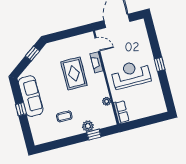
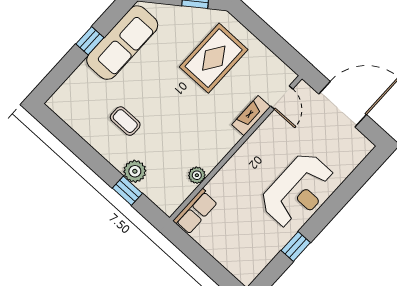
window: (160, 64) -> (296, 247), moved
rug: (74, 74) -> (214, 58), moved
reception desk: (131, 74) -> (298, 191), moved, turned 90

